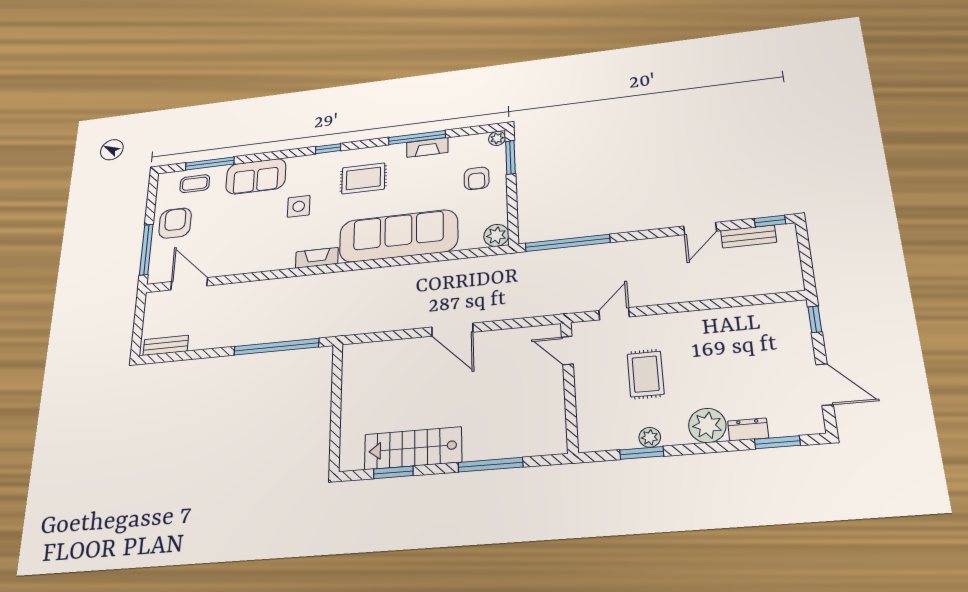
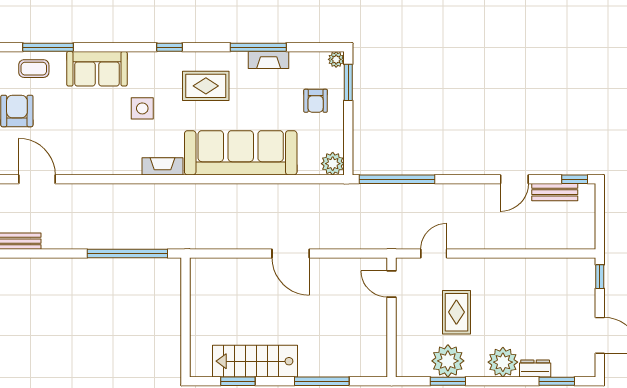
plant: (650, 437) -> (448, 361), width x1.87, depth x1.87

